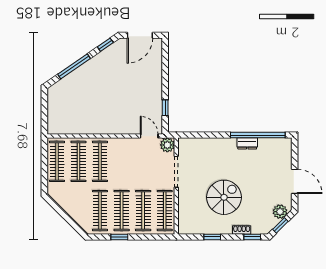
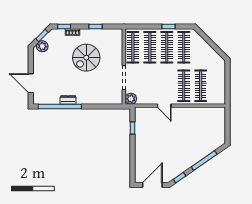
door: (149, 136) -> (164, 106), moved
clothes rail: (57, 161) -> (218, 86), removed
door: (295, 181) -> (31, 83), moved

